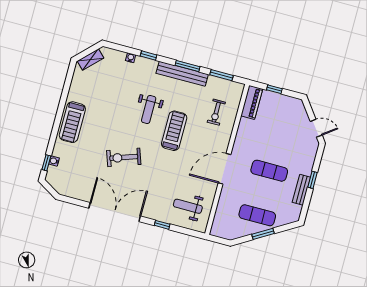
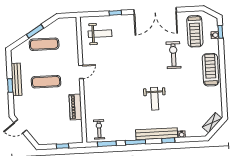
bench: (182, 74) -> (157, 134), moved
piano: (252, 102) -> (75, 107), moved
weight bench: (149, 109) -> (155, 99), turned 180
exercise bike: (216, 112) -> (99, 129), moved
treadmill: (174, 131) -> (195, 31), moved
exercise bike: (124, 157) -> (173, 55), moved, turned -71
door: (225, 169) -> (81, 72), width x0.53
bench: (301, 190) -> (17, 79), width x1.36

